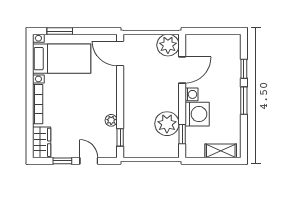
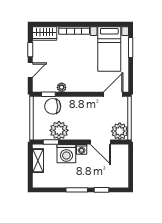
chair: (136, 132) -> (53, 106), added
shelving: (221, 151) -> (38, 161), moved

